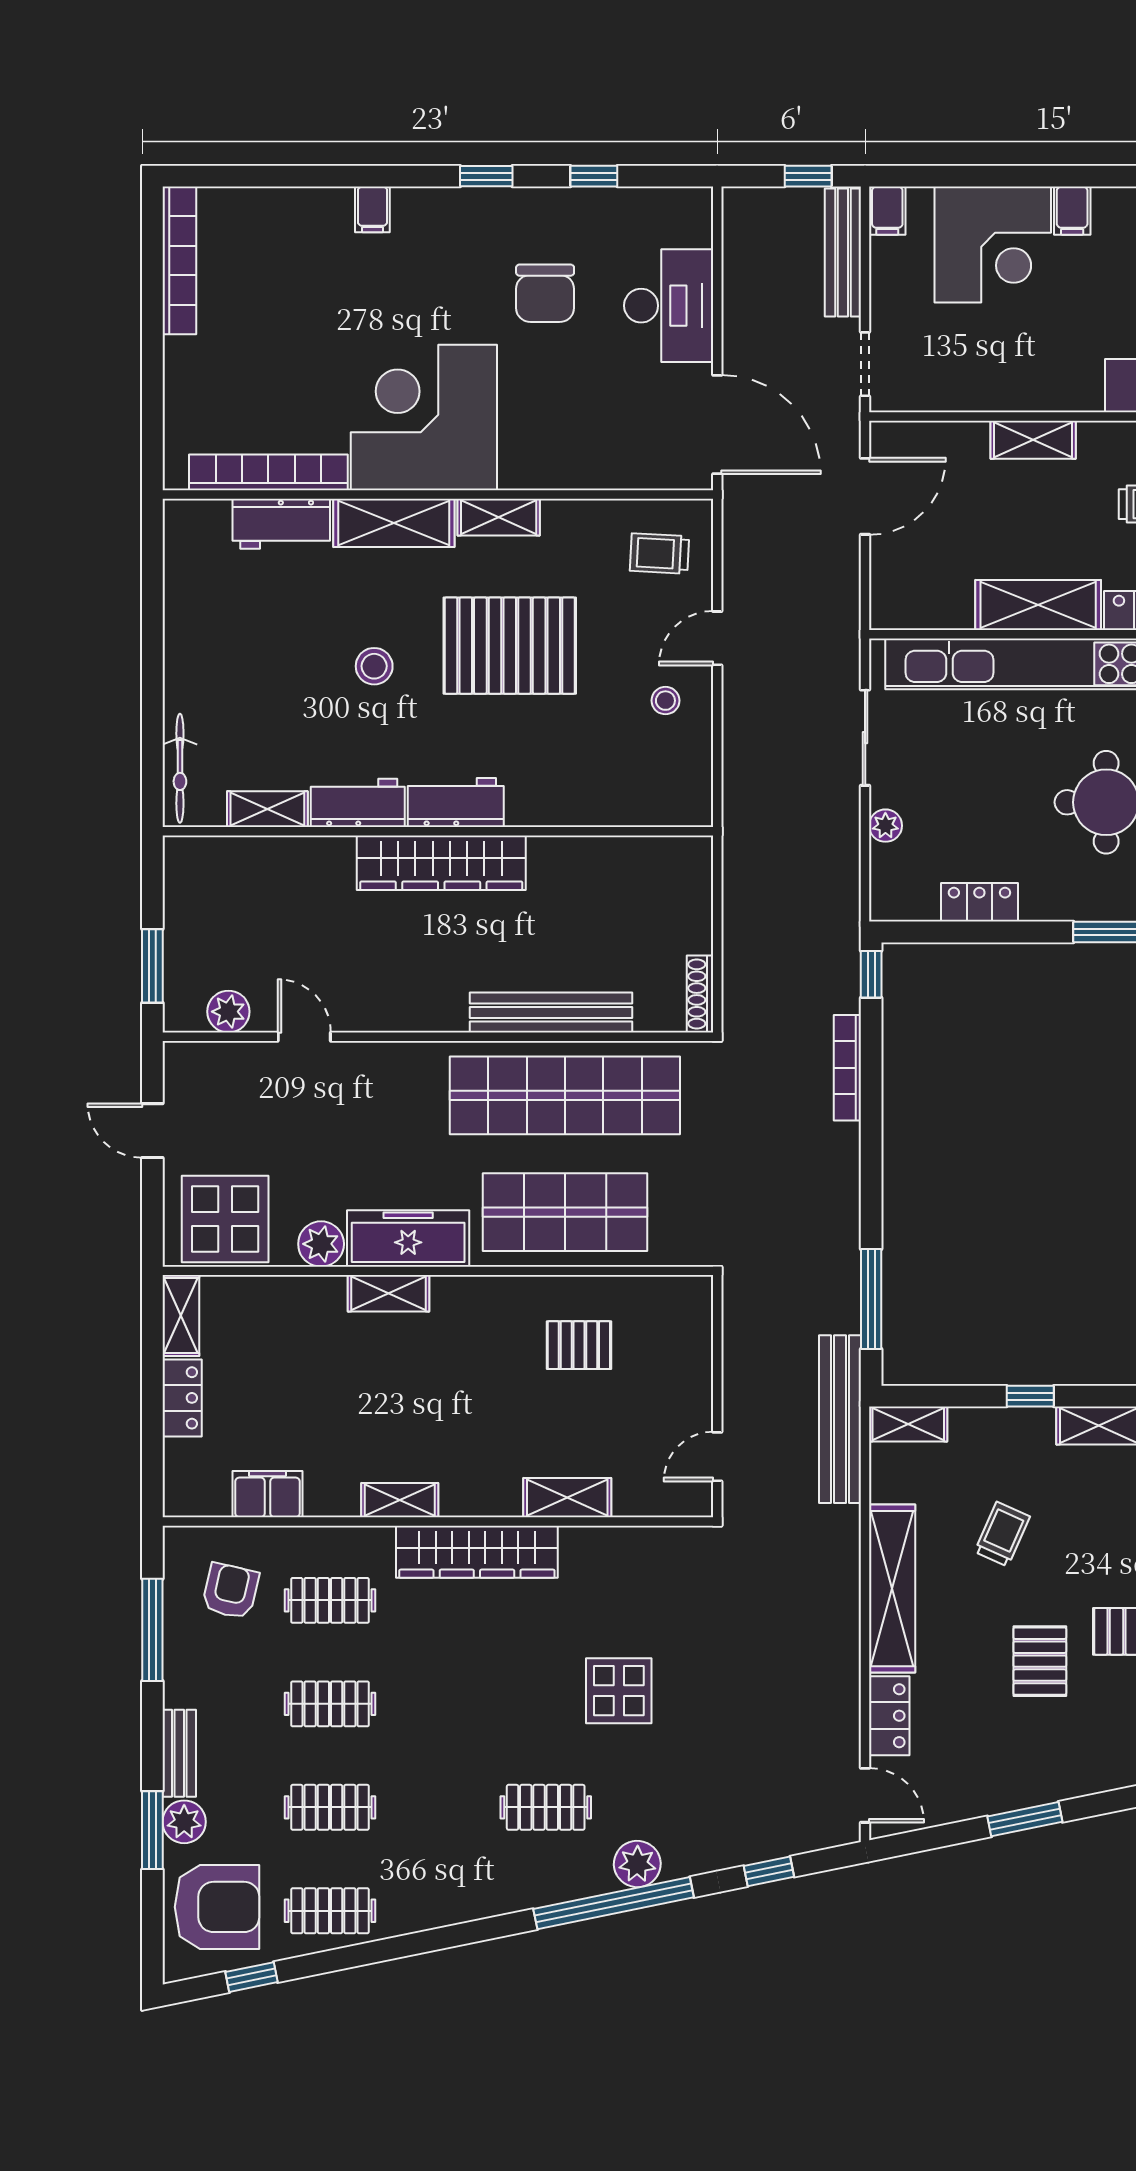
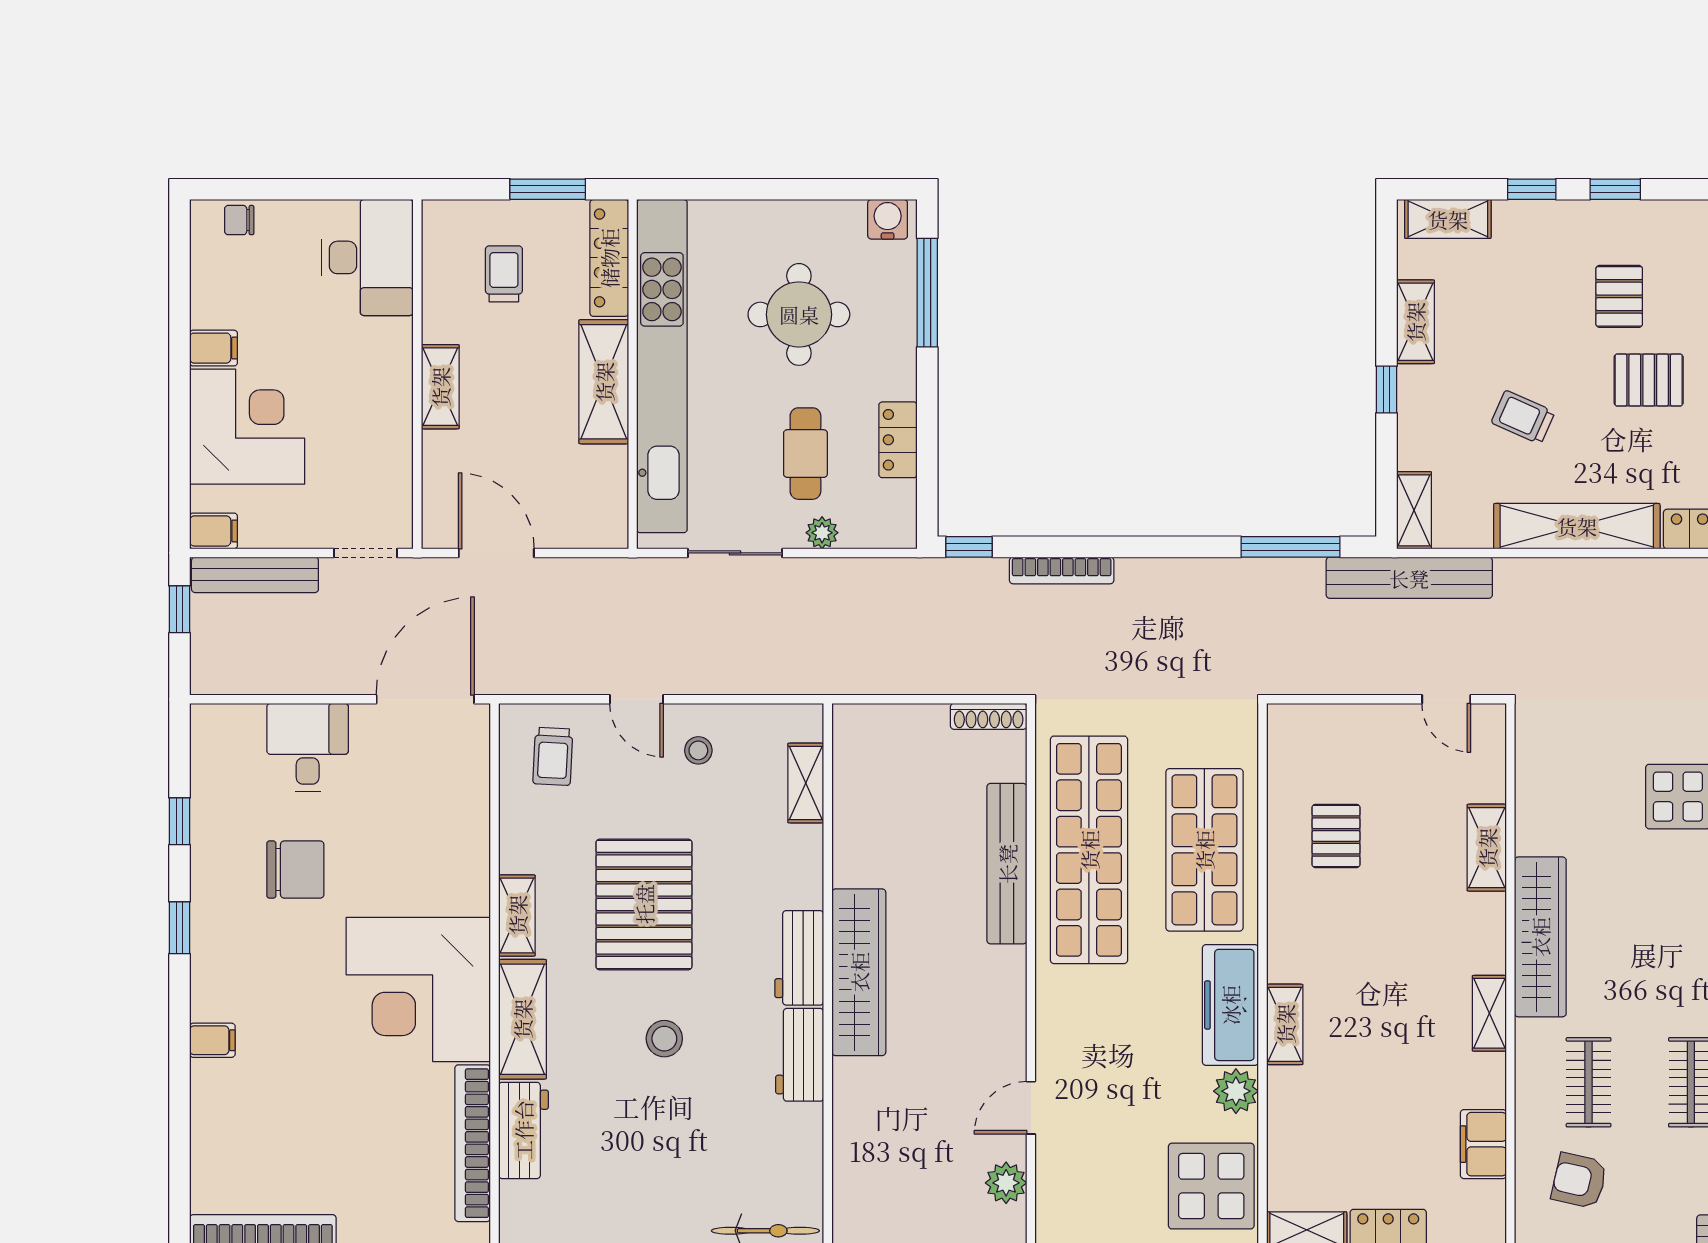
desk: (669, 306) -> (308, 747), width x0.73
shelving: (267, 809) -> (806, 783), moved
cafe table: (966, 809) -> (805, 454), added

